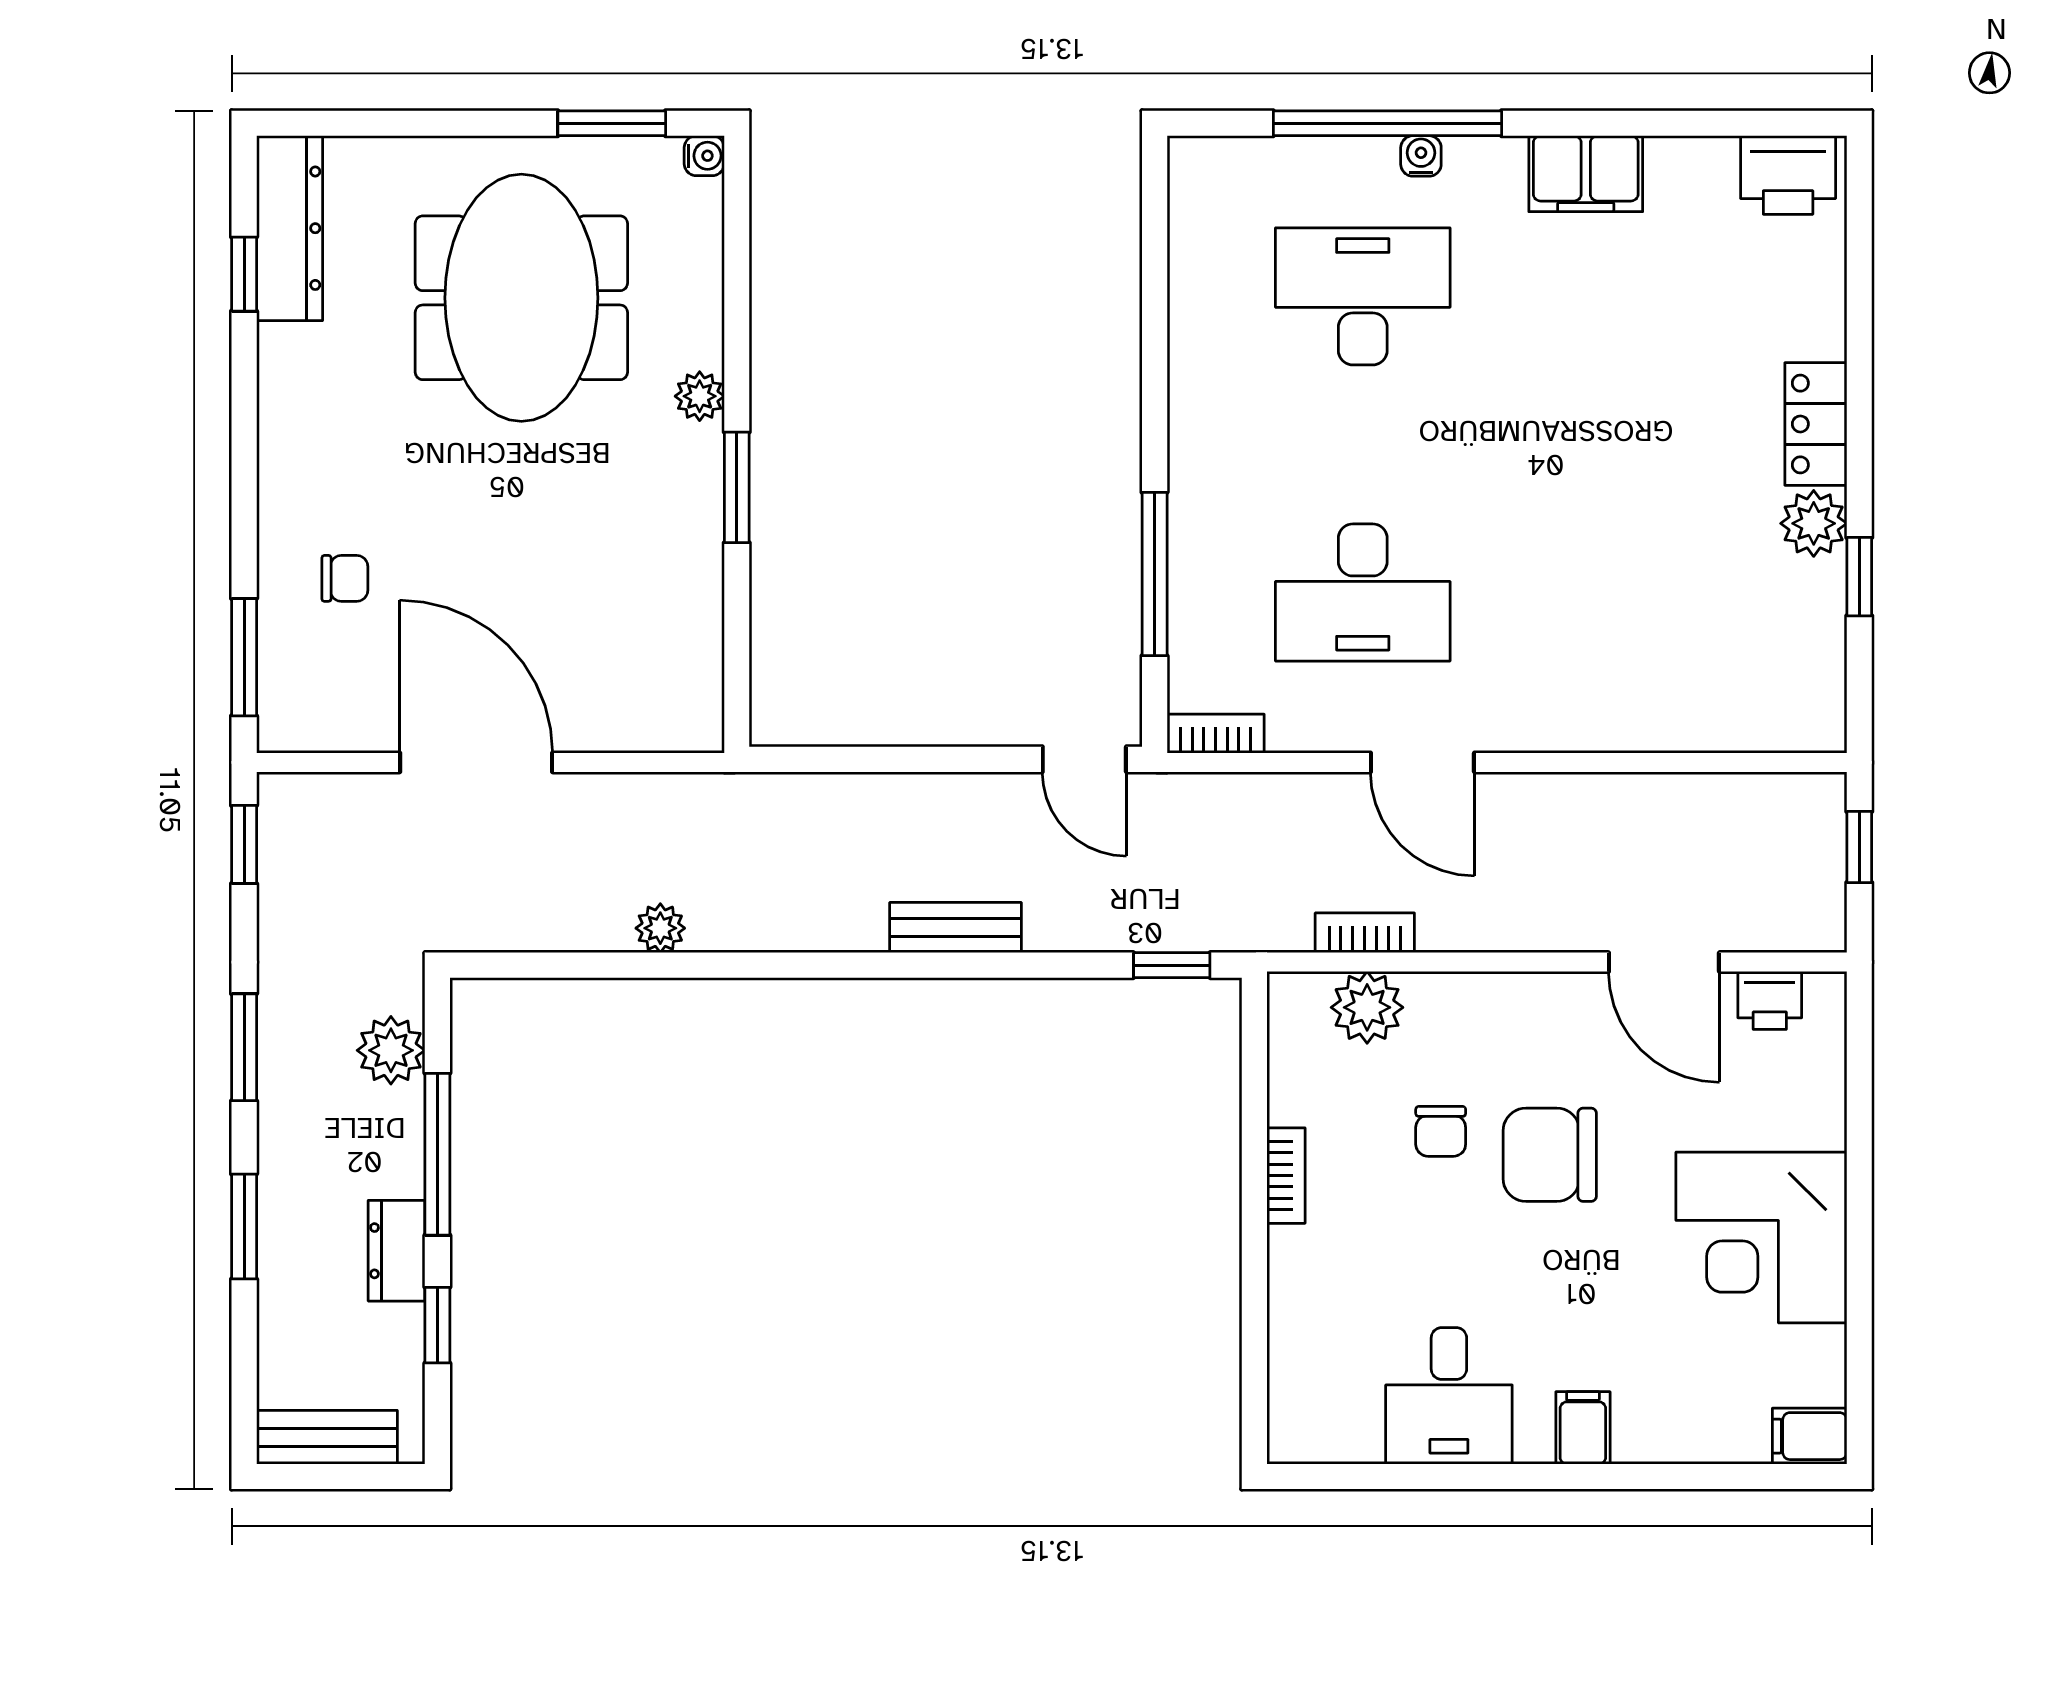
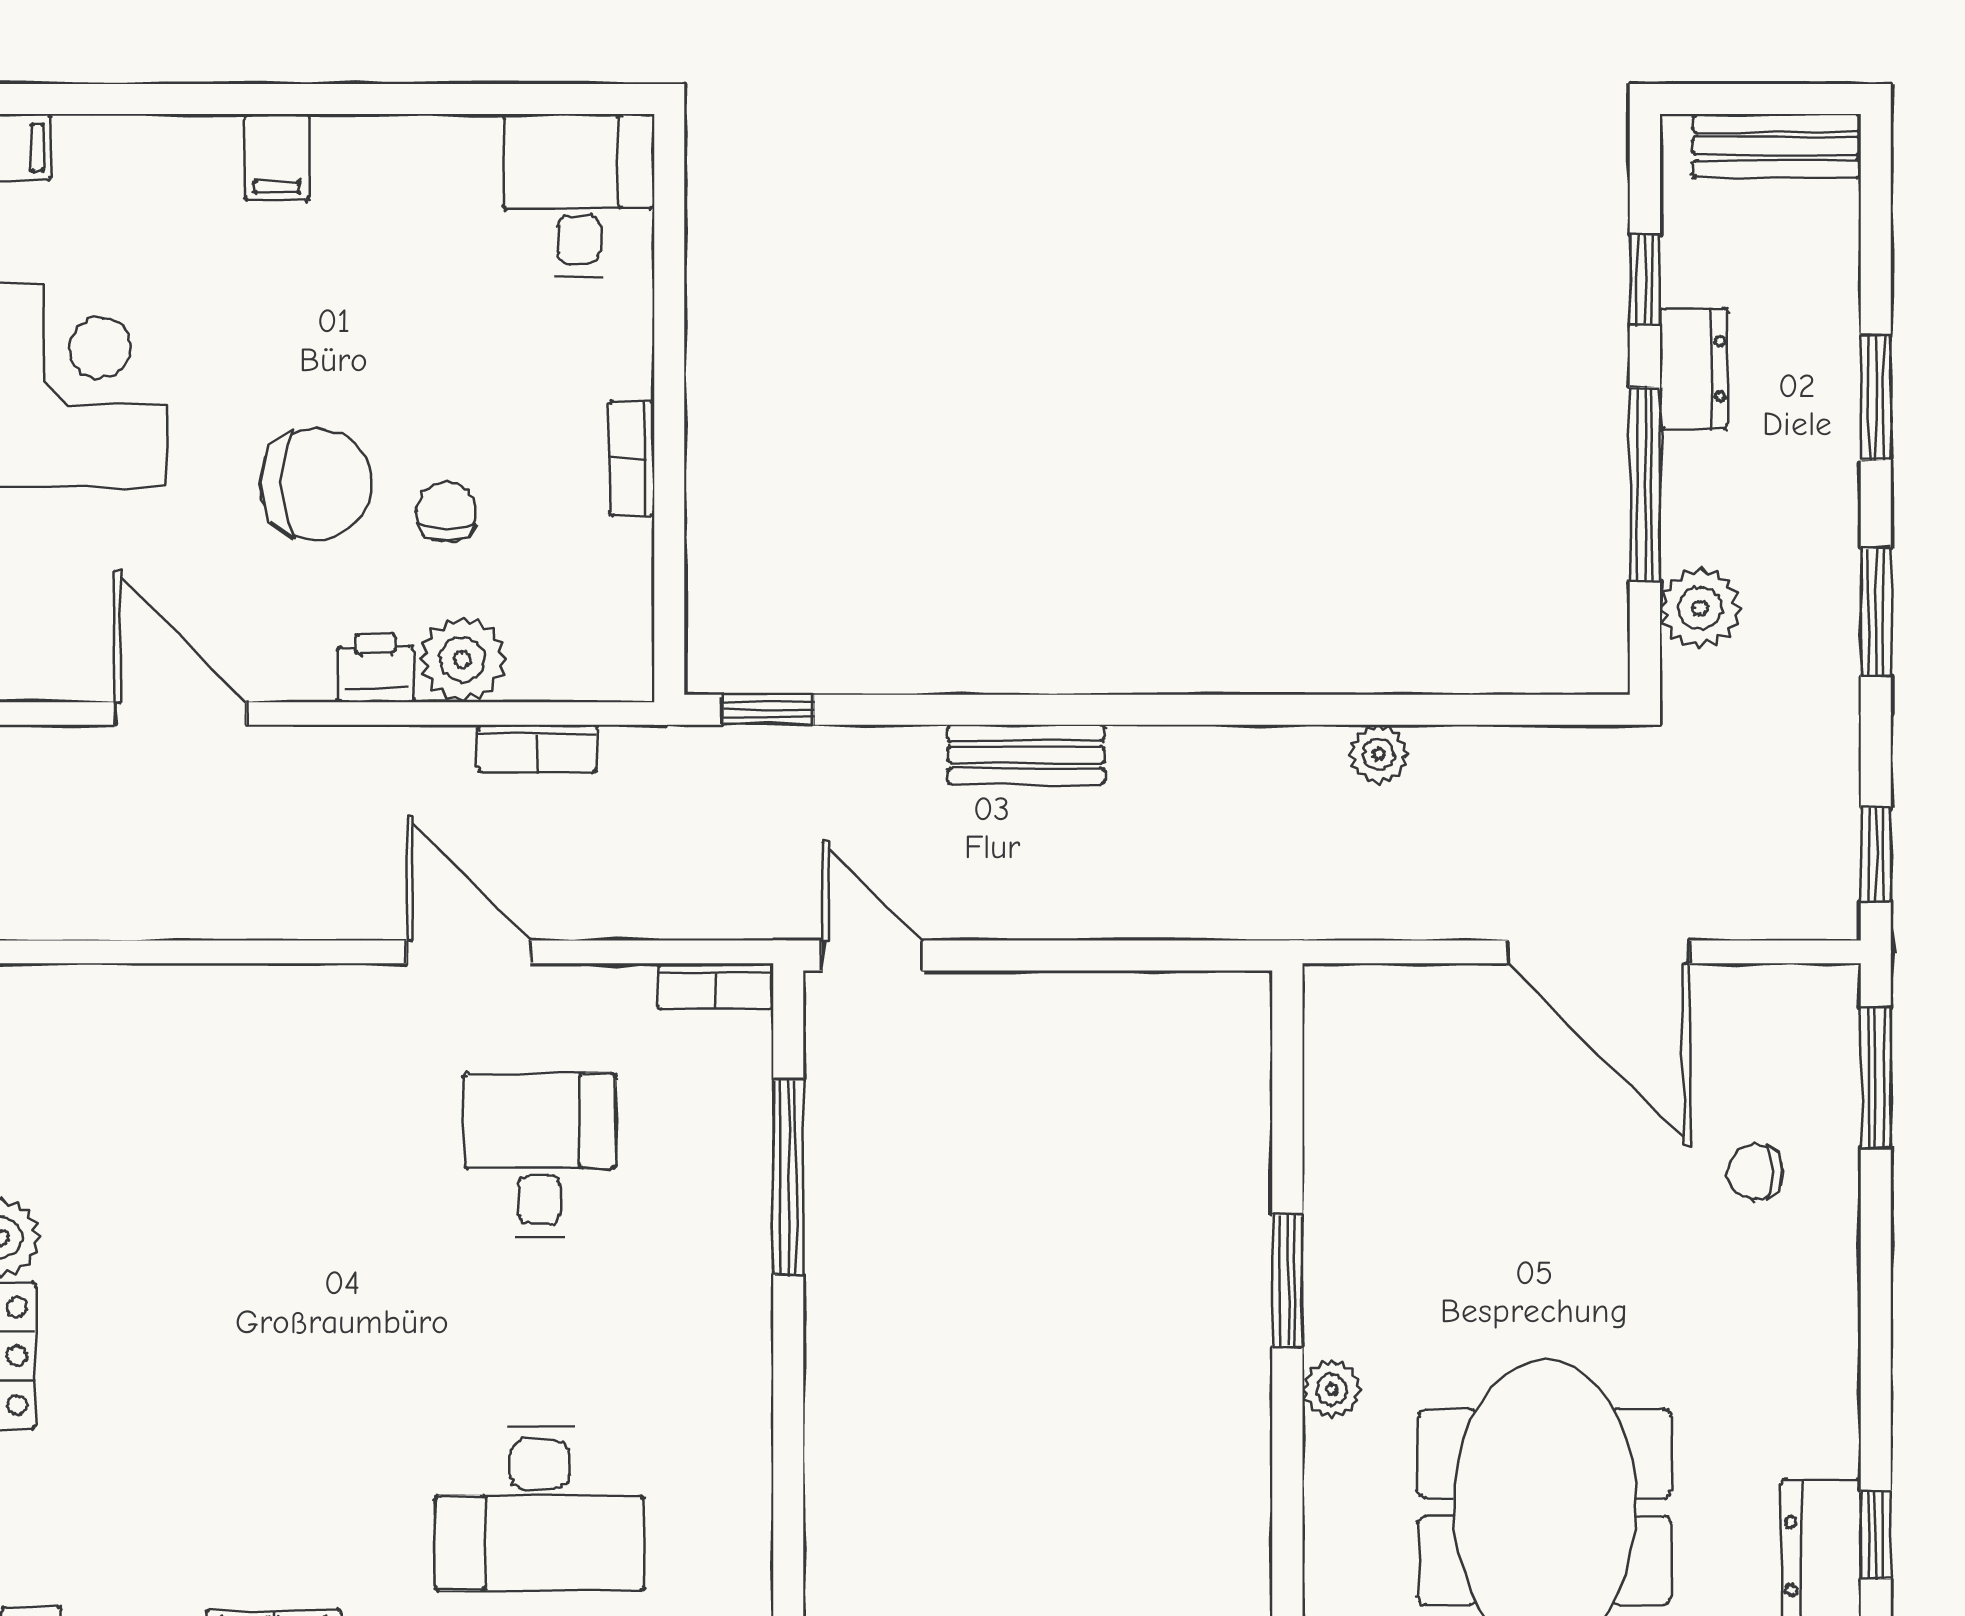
desk: (1363, 592) -> (540, 1155), width x0.73
printer: (1770, 1000) -> (376, 668), moved
plant: (1367, 1007) -> (463, 659), moved
desk: (1449, 1396) -> (579, 195), moved

